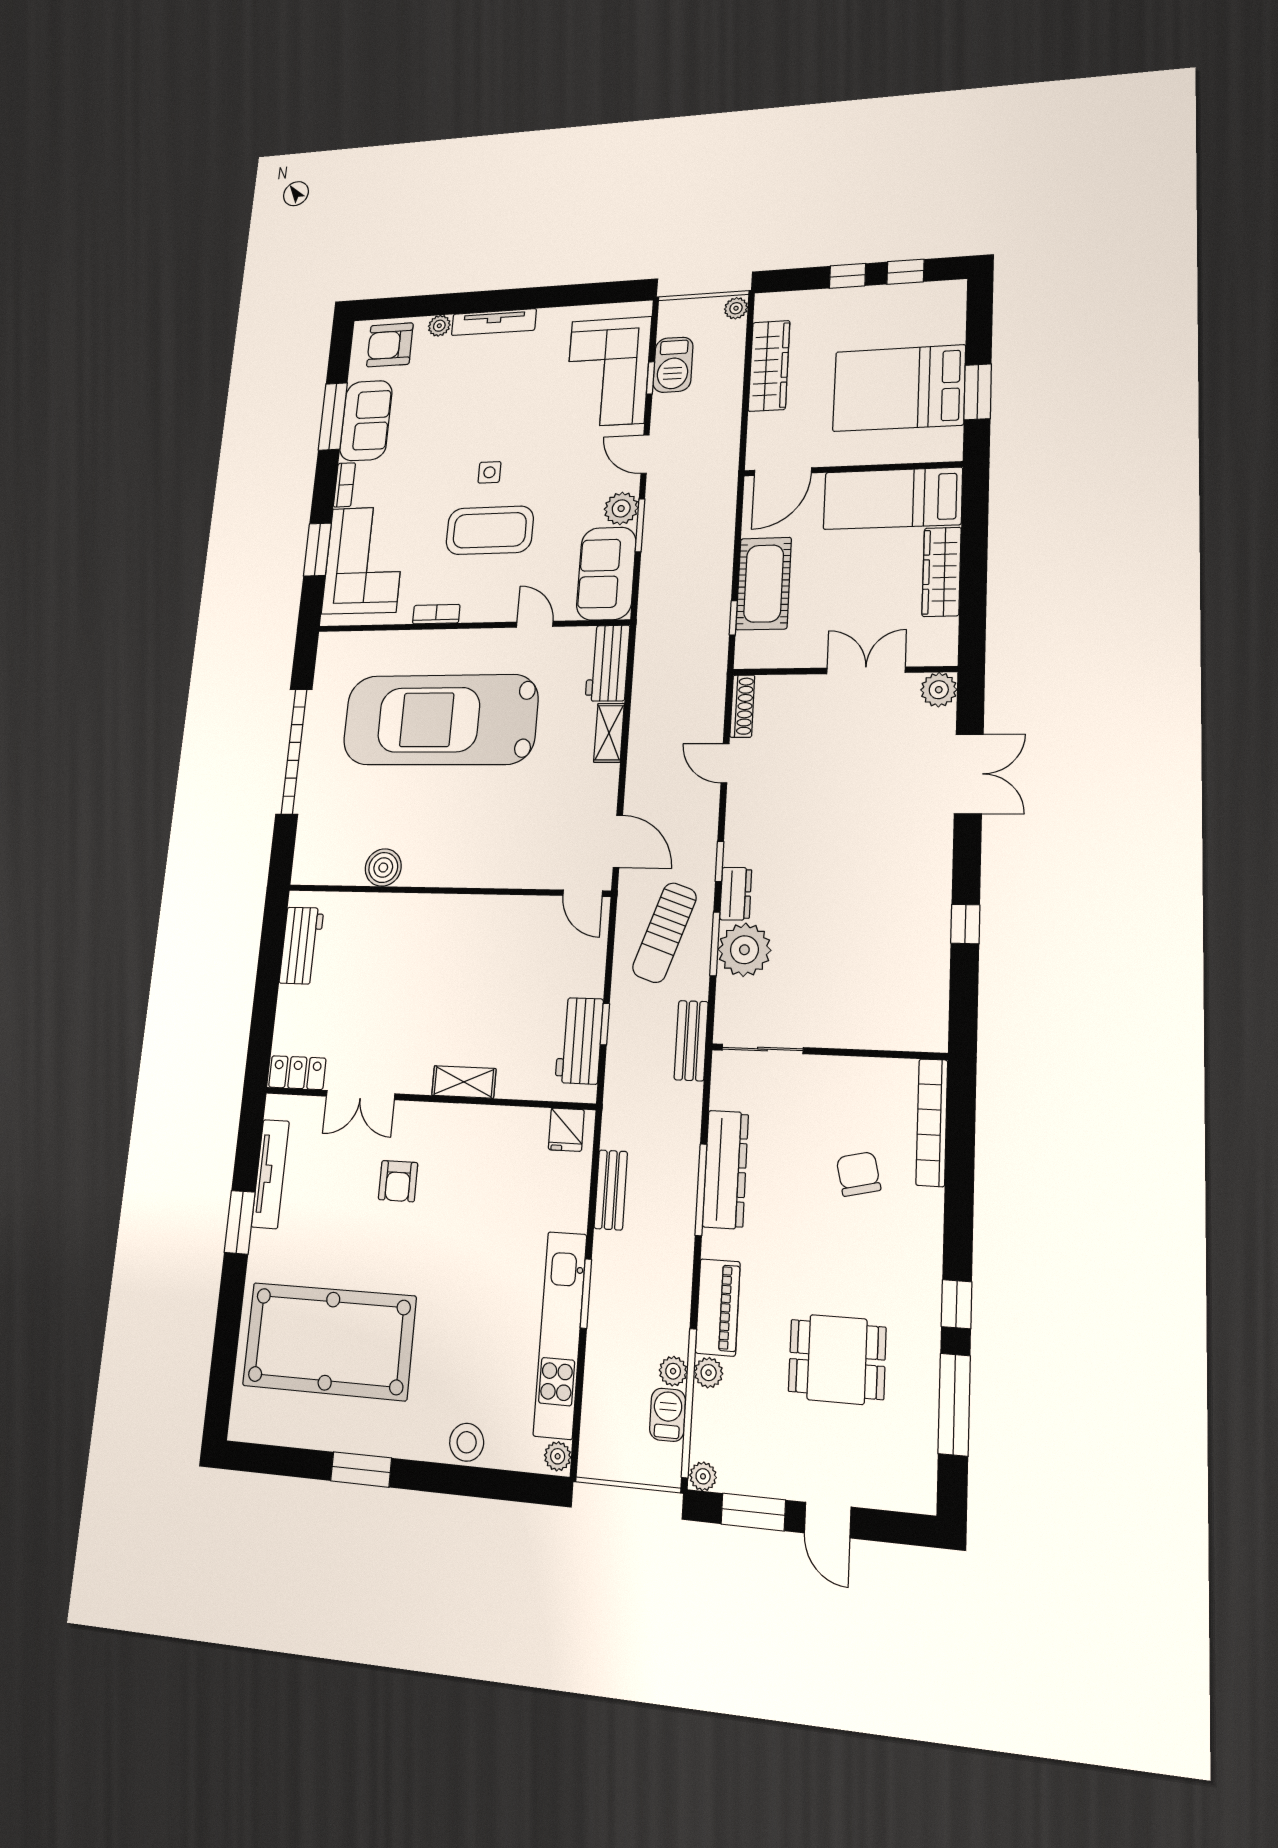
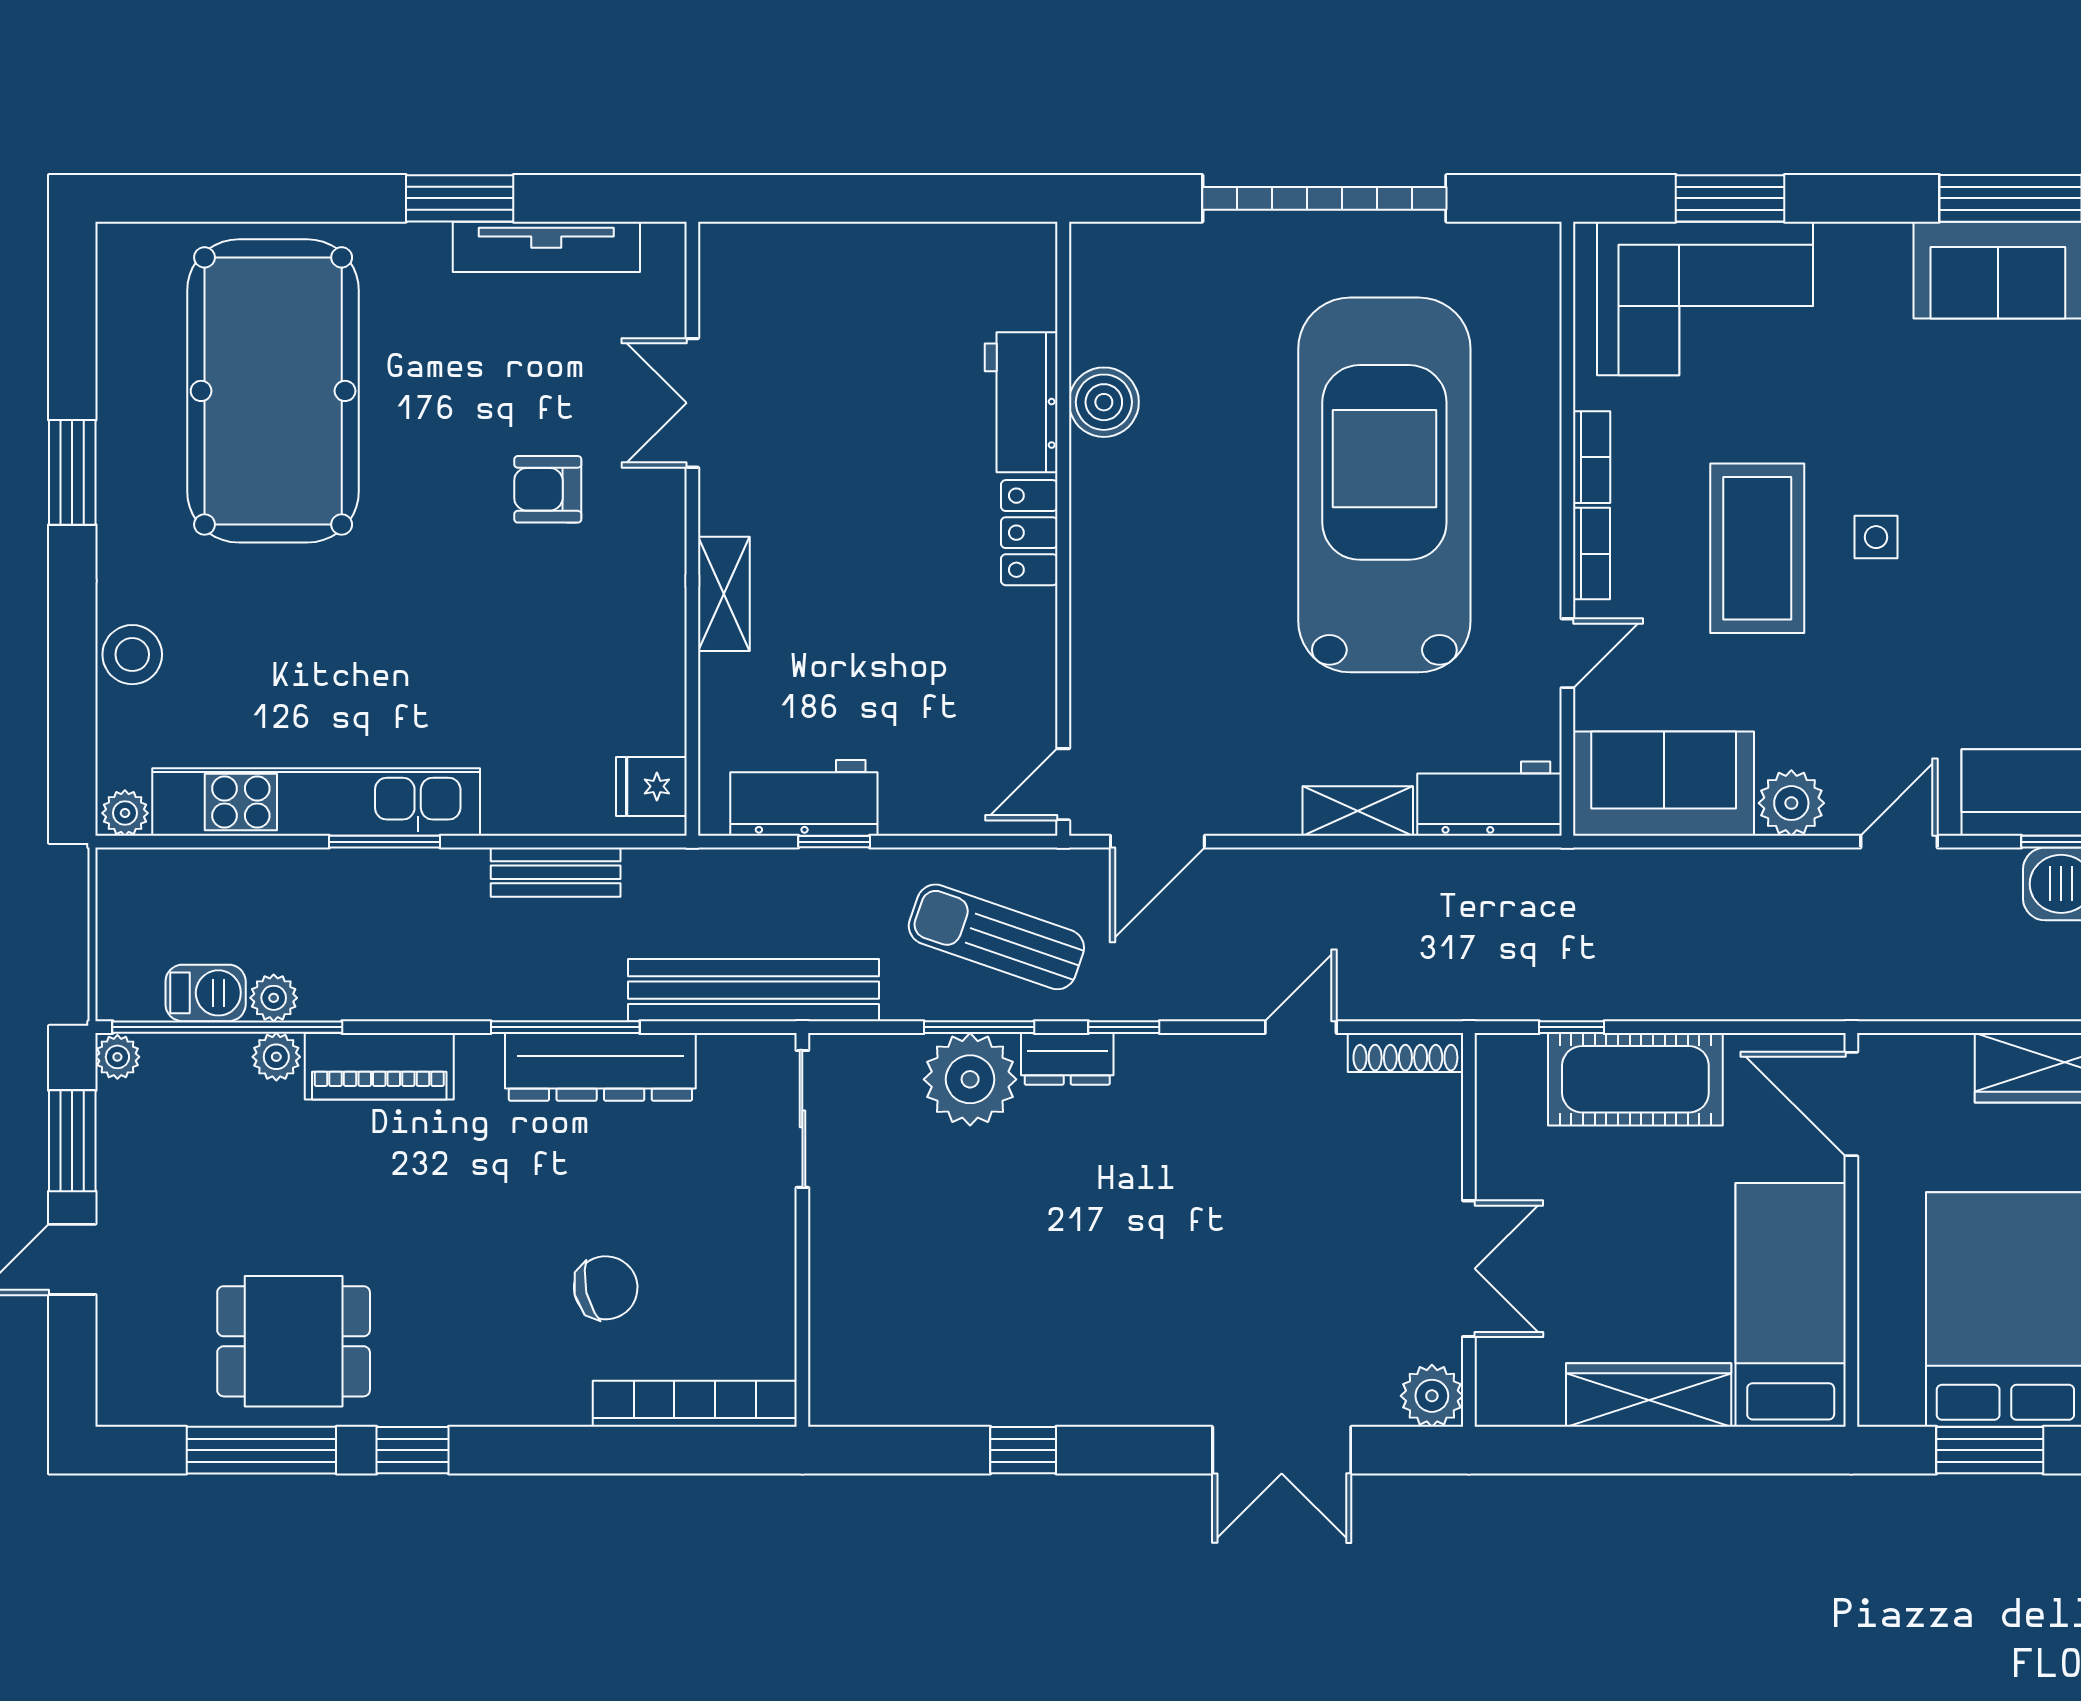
bookcase: (344, 485) -> (1592, 554), moved, turned -90
window: (640, 525) -> (1756, 842), removed
workbench: (301, 946) -> (1021, 402), moved, turned 90
bench: (691, 1041) -> (753, 990), width x1.86, depth x1.21
locker: (297, 1073) -> (1029, 533), moved, turned 180
dining table: (837, 1359) -> (294, 1341), moved, turned 90

